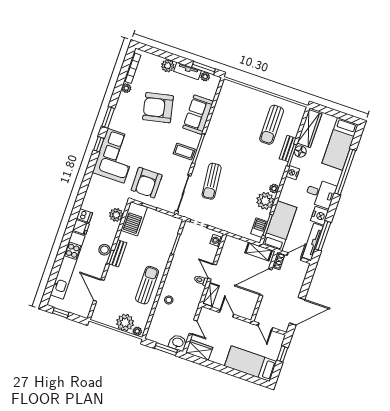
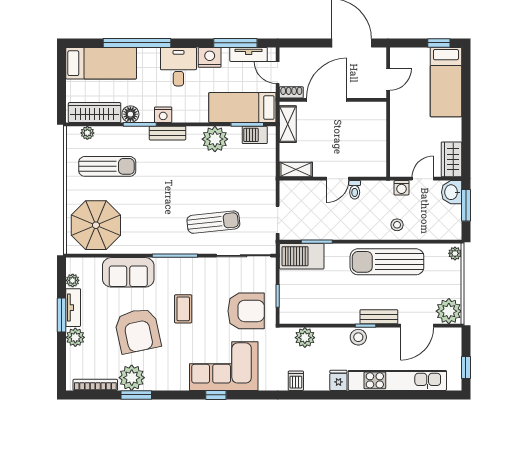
window: (204, 68) -> (61, 315), moved
plant: (126, 88) -> (132, 378), width x1.87, depth x1.87
parasol: (236, 104) -> (96, 225), added
window: (108, 117) -> (136, 395), moved
bench: (288, 148) -> (168, 133), moved
coffee table: (184, 152) -> (183, 309), moved
plant: (274, 189) -> (87, 133), moved
dishwasher: (85, 216) -> (296, 381), moved
barbecue: (134, 219) -> (302, 256), moved, turned 180
washing machine: (216, 241) -> (402, 188), moved
tv unit: (313, 242) -> (249, 54), width x0.71
bench: (118, 253) -> (379, 317), moved
door: (266, 282) -> (327, 100), swing flipped
sun lounger: (147, 285) -> (387, 262), width x1.36, depth x1.34
shelving: (211, 295) -> (296, 169), moved
door: (226, 313) -> (388, 139), removed
plant: (125, 323) -> (449, 311), moved
window: (282, 354) -> (439, 43), moved

